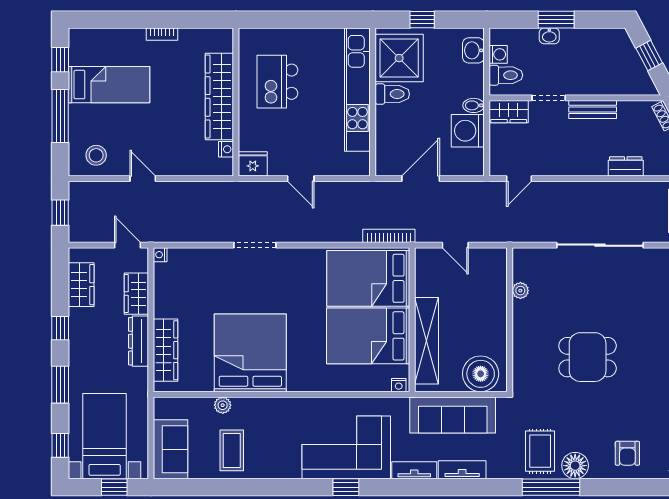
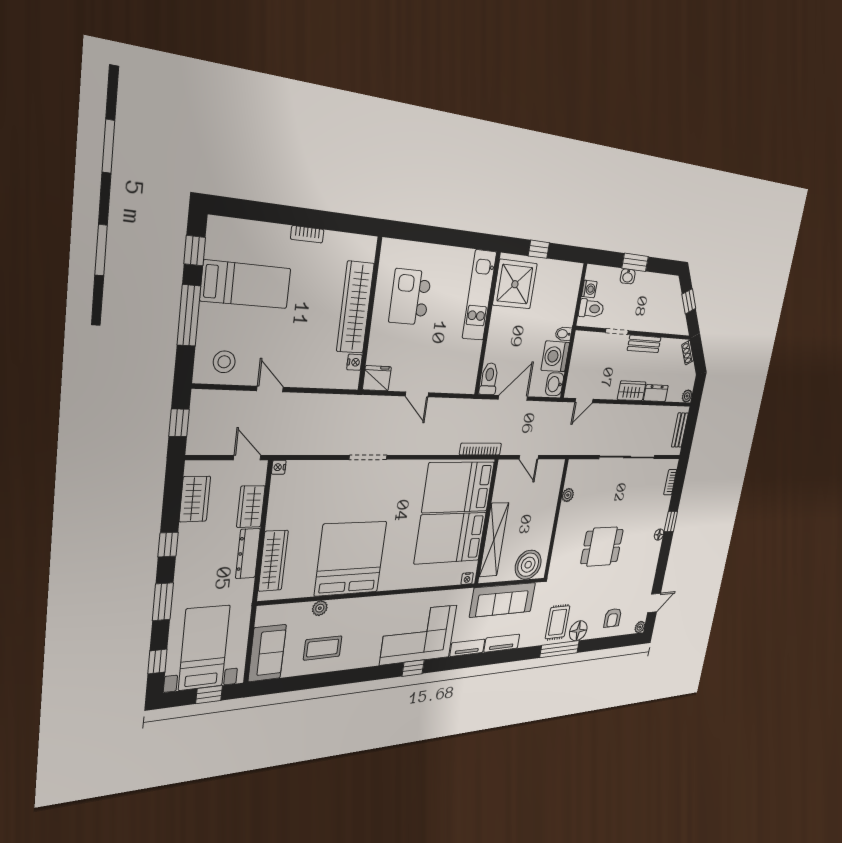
washbasin: (473, 50) -> (555, 384), moved
kitchen unit: (357, 90) -> (479, 295), width x0.73
toilet: (392, 94) -> (489, 379), moved, turned -90
wardrobe: (509, 112) -> (632, 391), moved, turned 180
coffee table: (232, 450) -> (323, 648), turned 90

